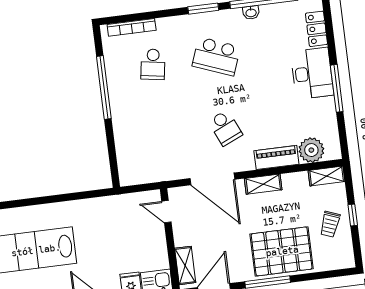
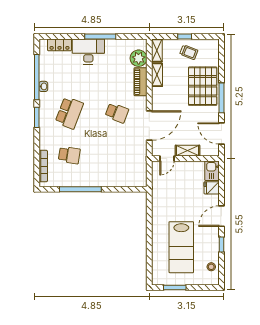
school desk: (225, 128) -> (117, 113), turned 45
shelving: (263, 184) -> (157, 75), moved
shelving: (185, 265) -> (187, 151), moved

